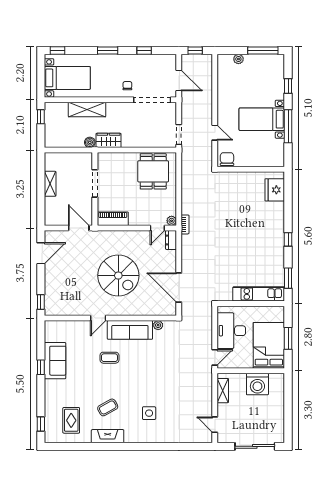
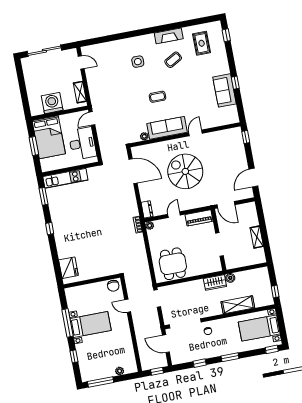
door: (157, 228) -> (174, 215), moved
coffee table: (109, 358) -> (158, 97), moved

